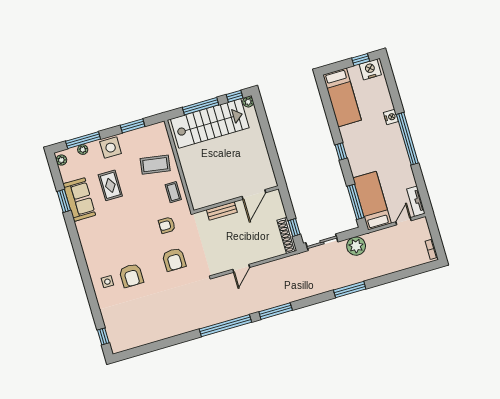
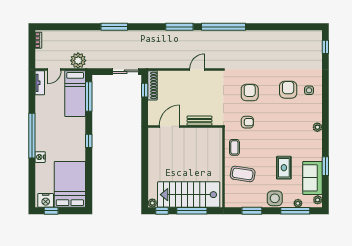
bed: (342, 97) -> (70, 184), width x1.50
sofa: (79, 200) -> (312, 178), moved
plant: (86, 242) -> (317, 127), added
plant: (356, 246) -> (78, 61), moved

